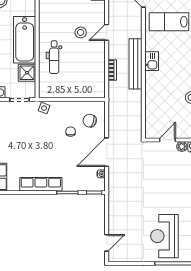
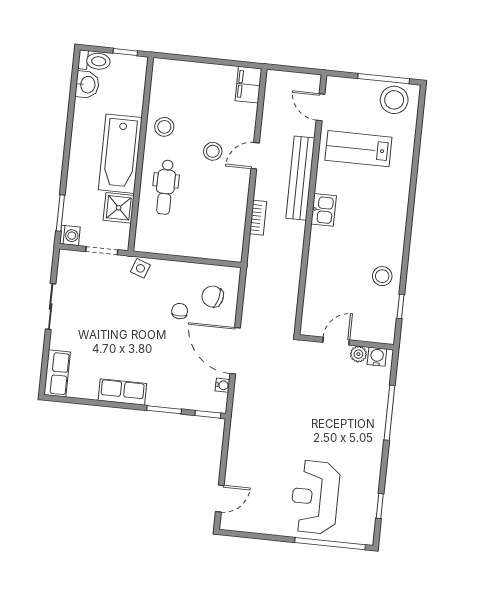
stool: (50, 21) -> (164, 127), added
bench: (136, 64) -> (300, 178), moved
door: (107, 152) -> (235, 351), hinge flipped
row of seats: (41, 184) -> (122, 392), width x0.68

